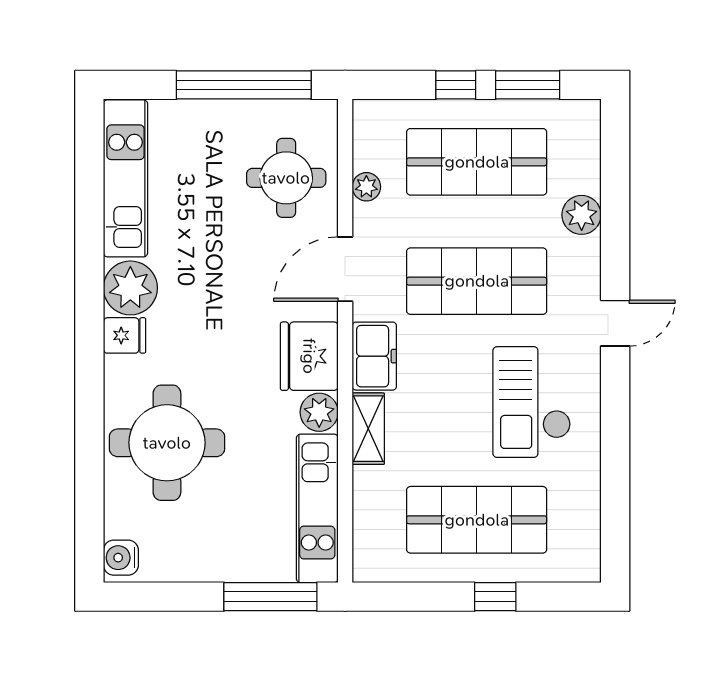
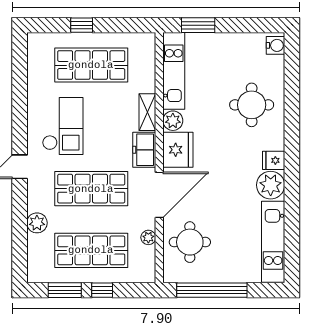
door: (345, 269) -> (159, 195), width x1.36
round table: (167, 443) -> (252, 105), width x0.73, depth x0.73
window: (270, 597) -> (198, 25), width x0.69

